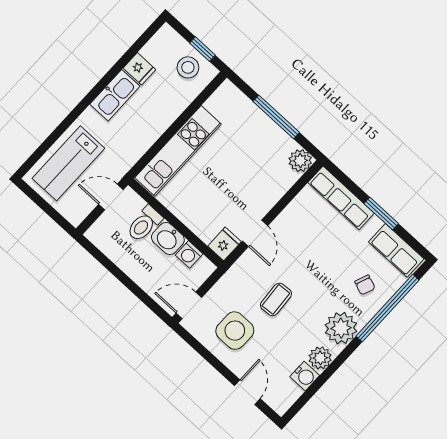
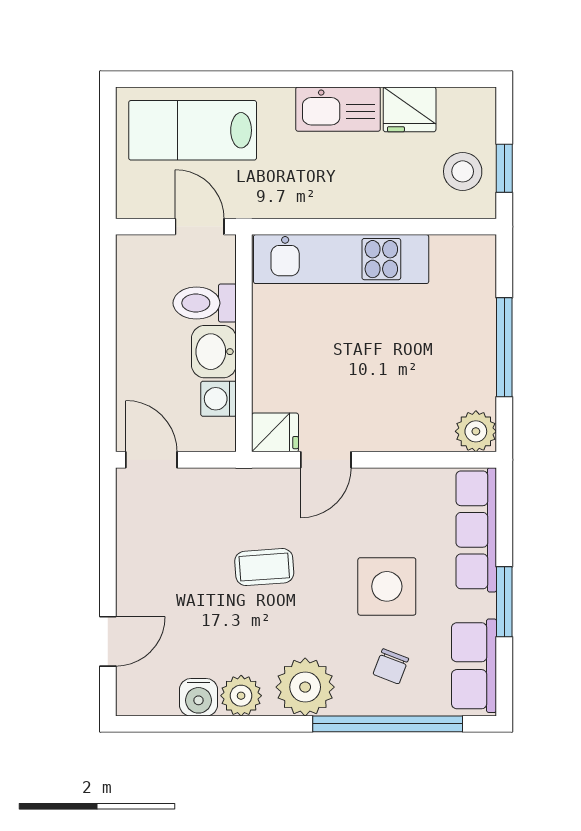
fridge: (139, 69) -> (410, 109), width x1.38
side table: (235, 331) -> (387, 586), moved

